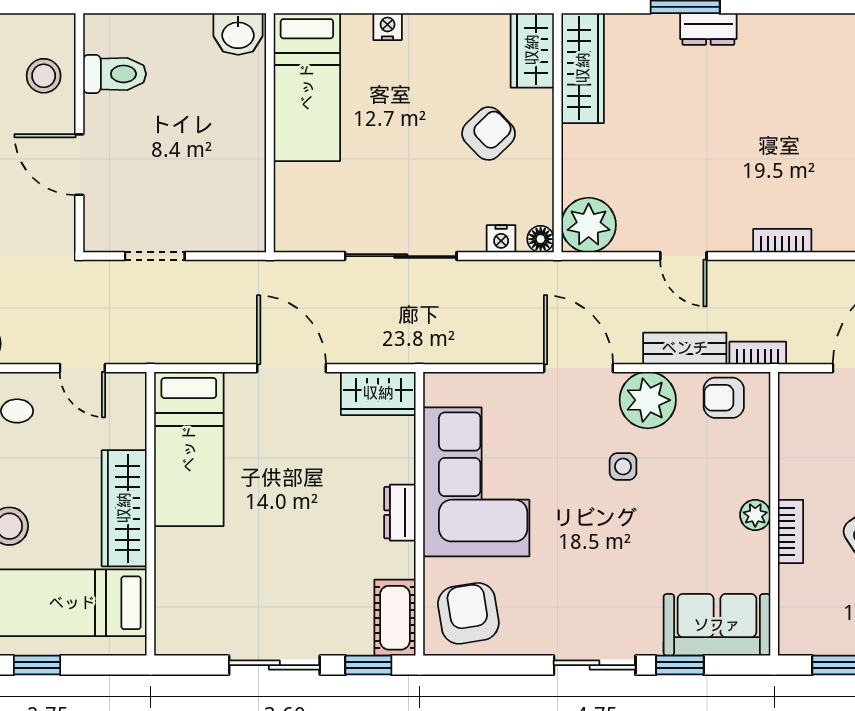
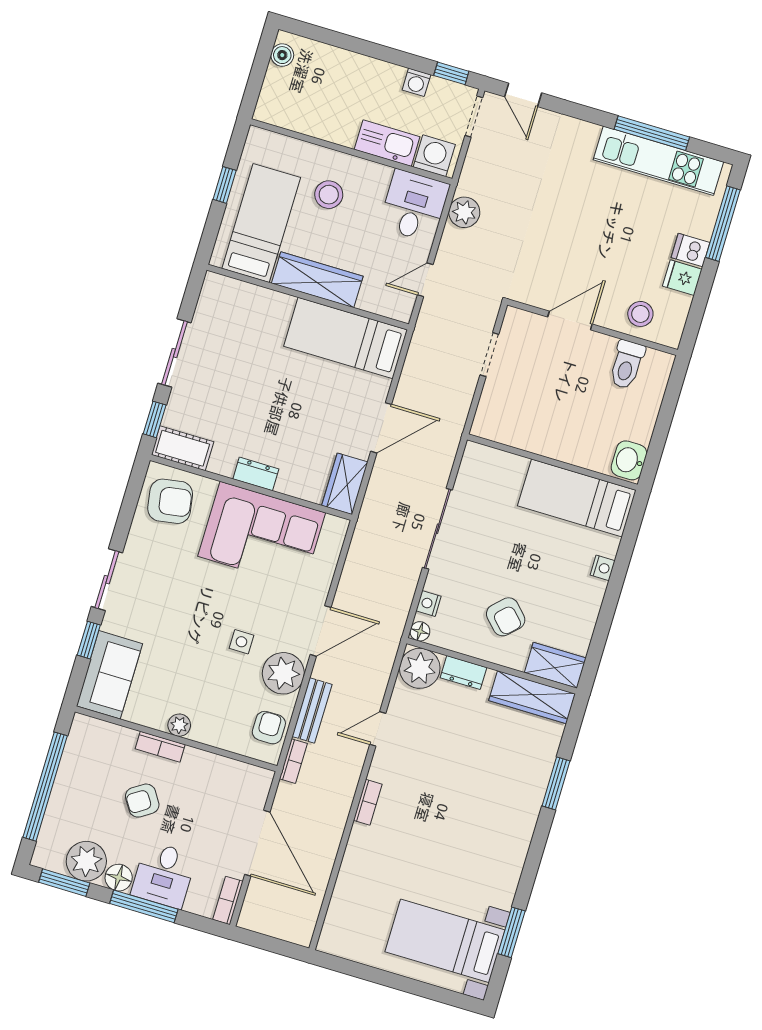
dresser: (708, 29) -> (464, 673), moved, turned -90

